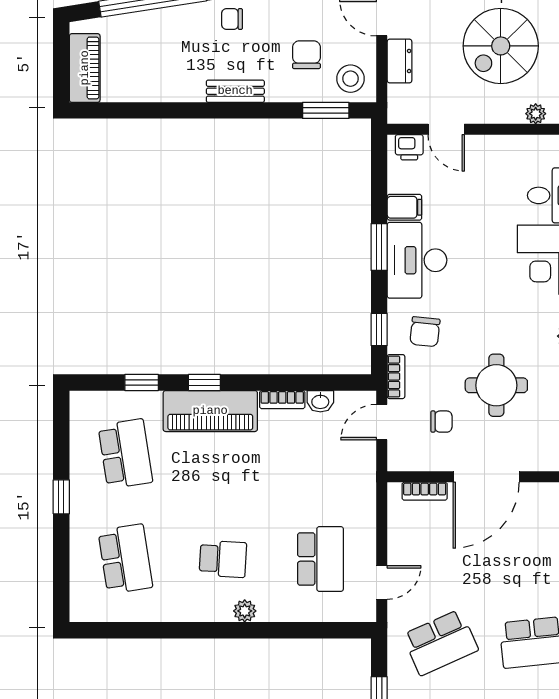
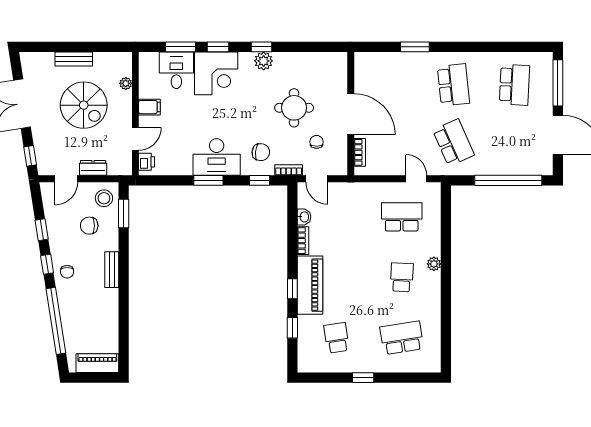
filing cabinet: (404, 207) -> (149, 107), moved, turned 90
school desk: (125, 454) -> (337, 338), width x0.54

